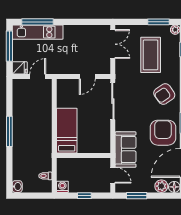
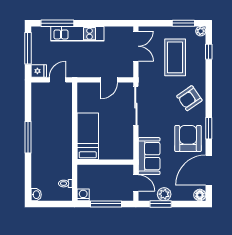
kitchen unit: (38, 32) -> (77, 34), moved
plant: (161, 186) -> (164, 194), moved
window: (84, 196) -> (106, 204), width x2.17

